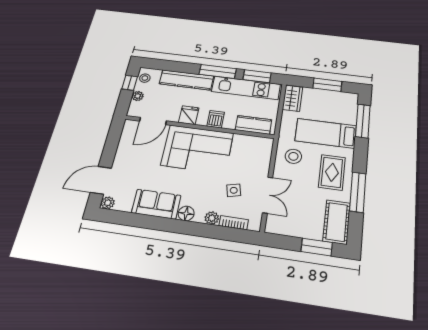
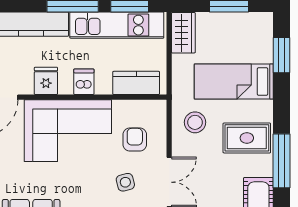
window: (363, 121) -> (281, 55), width x0.69
armchair: (246, 162) -> (135, 139), added
rug: (332, 172) -> (247, 138), turned 90

